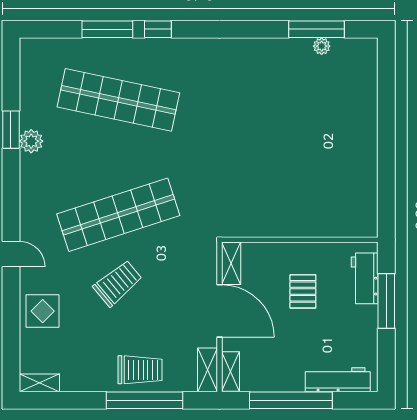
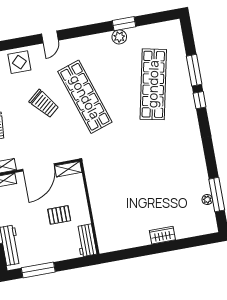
wardrobe: (366, 130) -> (162, 235), added
workbench: (365, 278) -> (86, 240), moved, turned -90
window: (386, 301) -> (38, 270), moved

